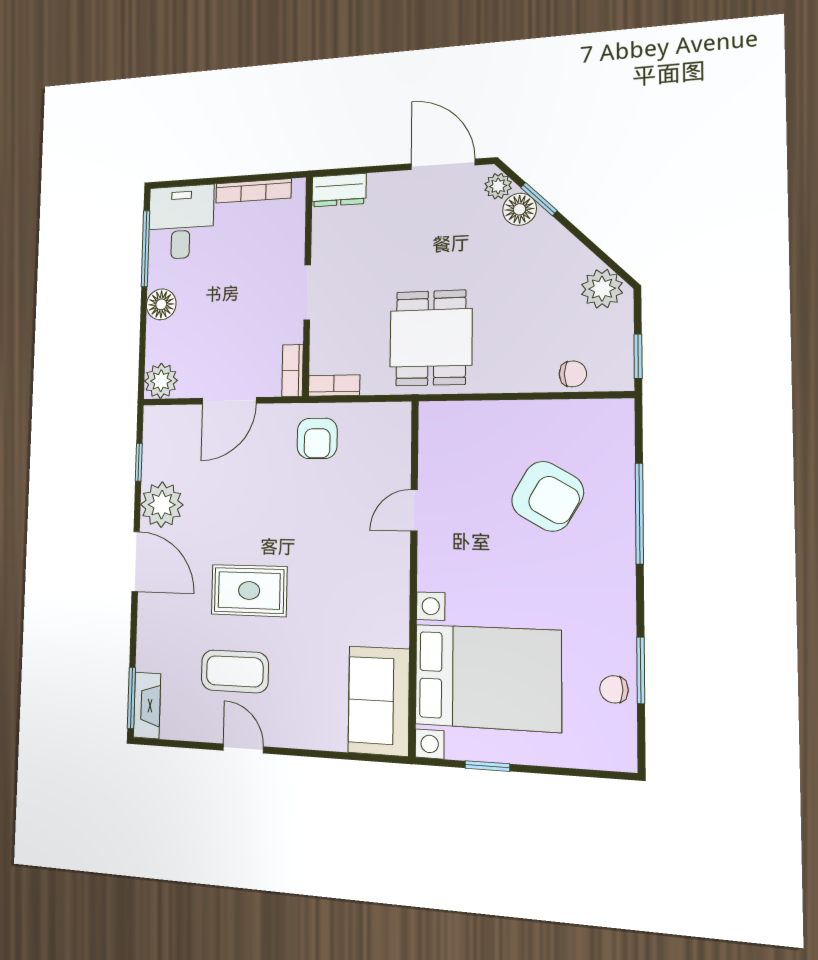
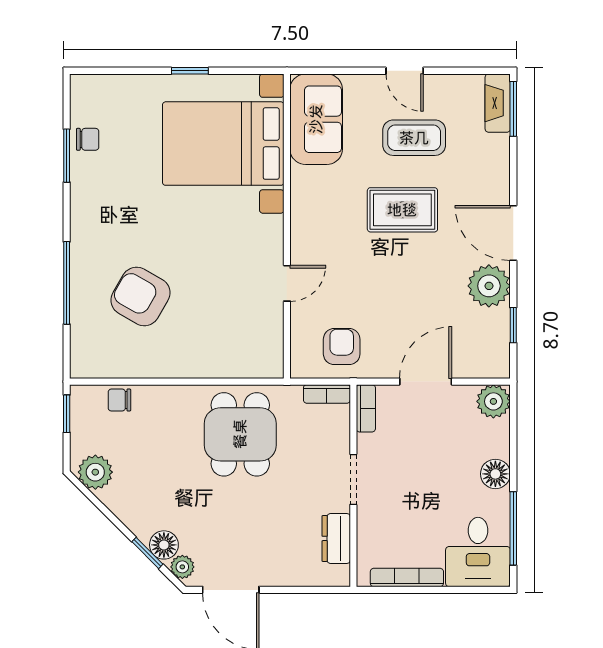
dresser: (339, 190) -> (336, 538), moved, turned -90
door: (414, 510) -> (287, 283), moved
wall: (413, 577) -> (287, 226), moved
bed with nightstands: (488, 678) -> (223, 144), moved
sofa: (379, 701) -> (316, 119), moved

